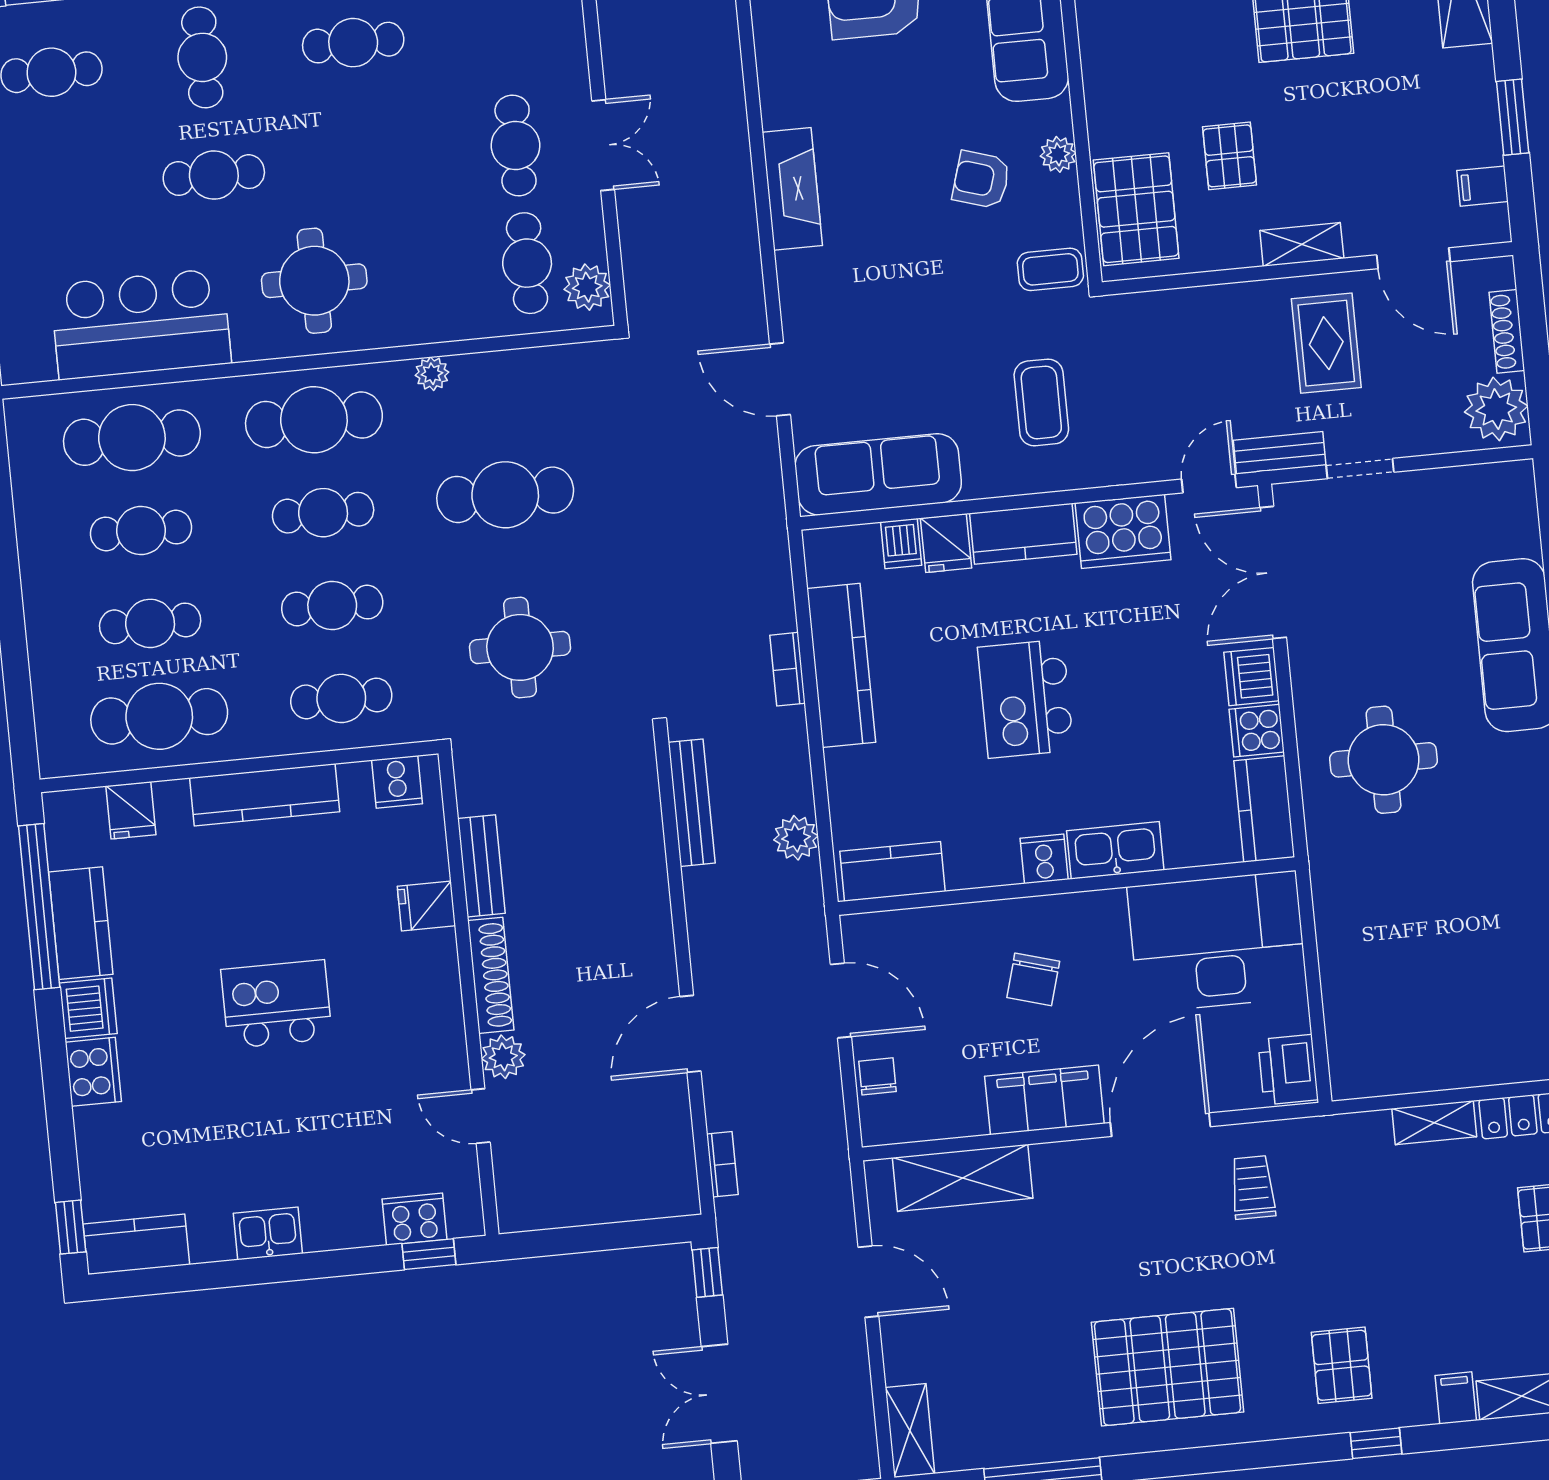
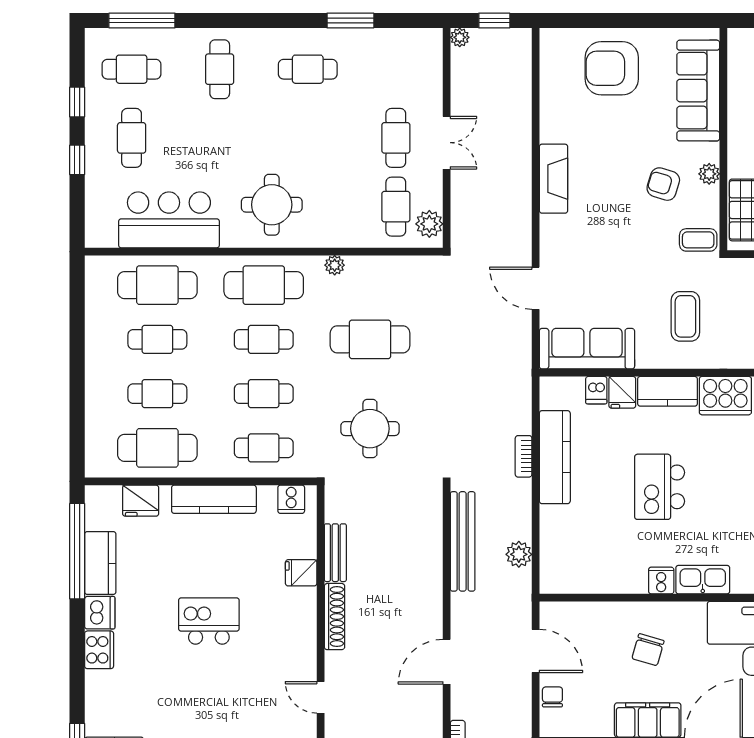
cafe table: (214, 175) -> (132, 138), moved, turned 90
bench: (692, 803) -> (463, 541), width x1.37, depth x1.21
fridge: (131, 810) -> (141, 501), width x1.38
kitchen counter: (893, 871) -> (573, 579), removed
plant: (503, 1057) -> (337, 664), removed

